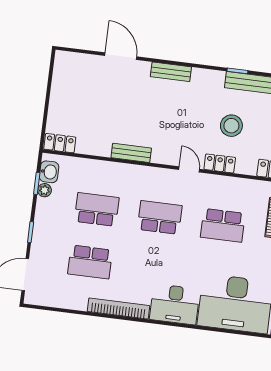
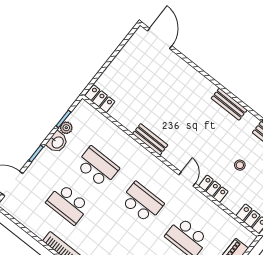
door: (121, 56) -> (160, 38), moved
bench: (171, 72) -> (229, 104), moved
stool: (231, 126) -> (240, 165), width x0.53, depth x0.53
washbasin: (49, 172) -> (57, 142), moved

